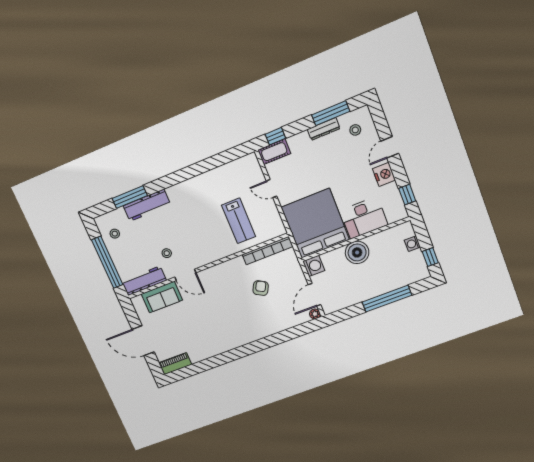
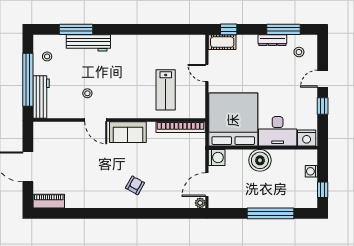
nightstand: (384, 174) -> (307, 138), moved, turned 90
window: (407, 195) -> (323, 106), moved
workbench: (144, 281) -> (41, 97), moved, turned 90
armchair: (261, 288) -> (135, 185), moved
sofa: (162, 297) -> (128, 132), moved

